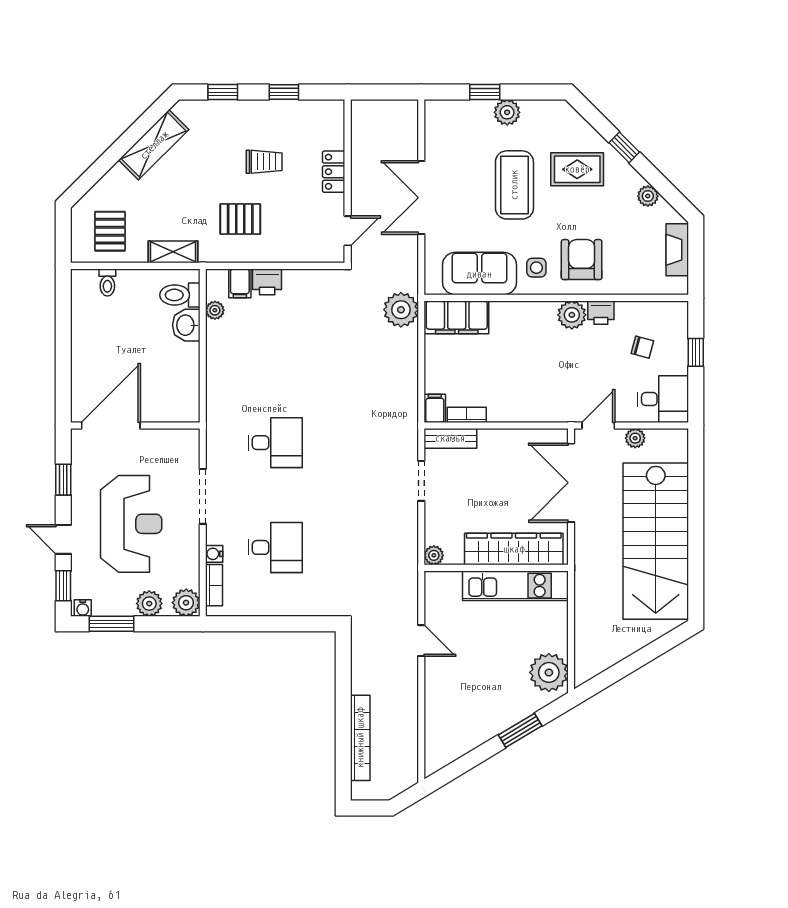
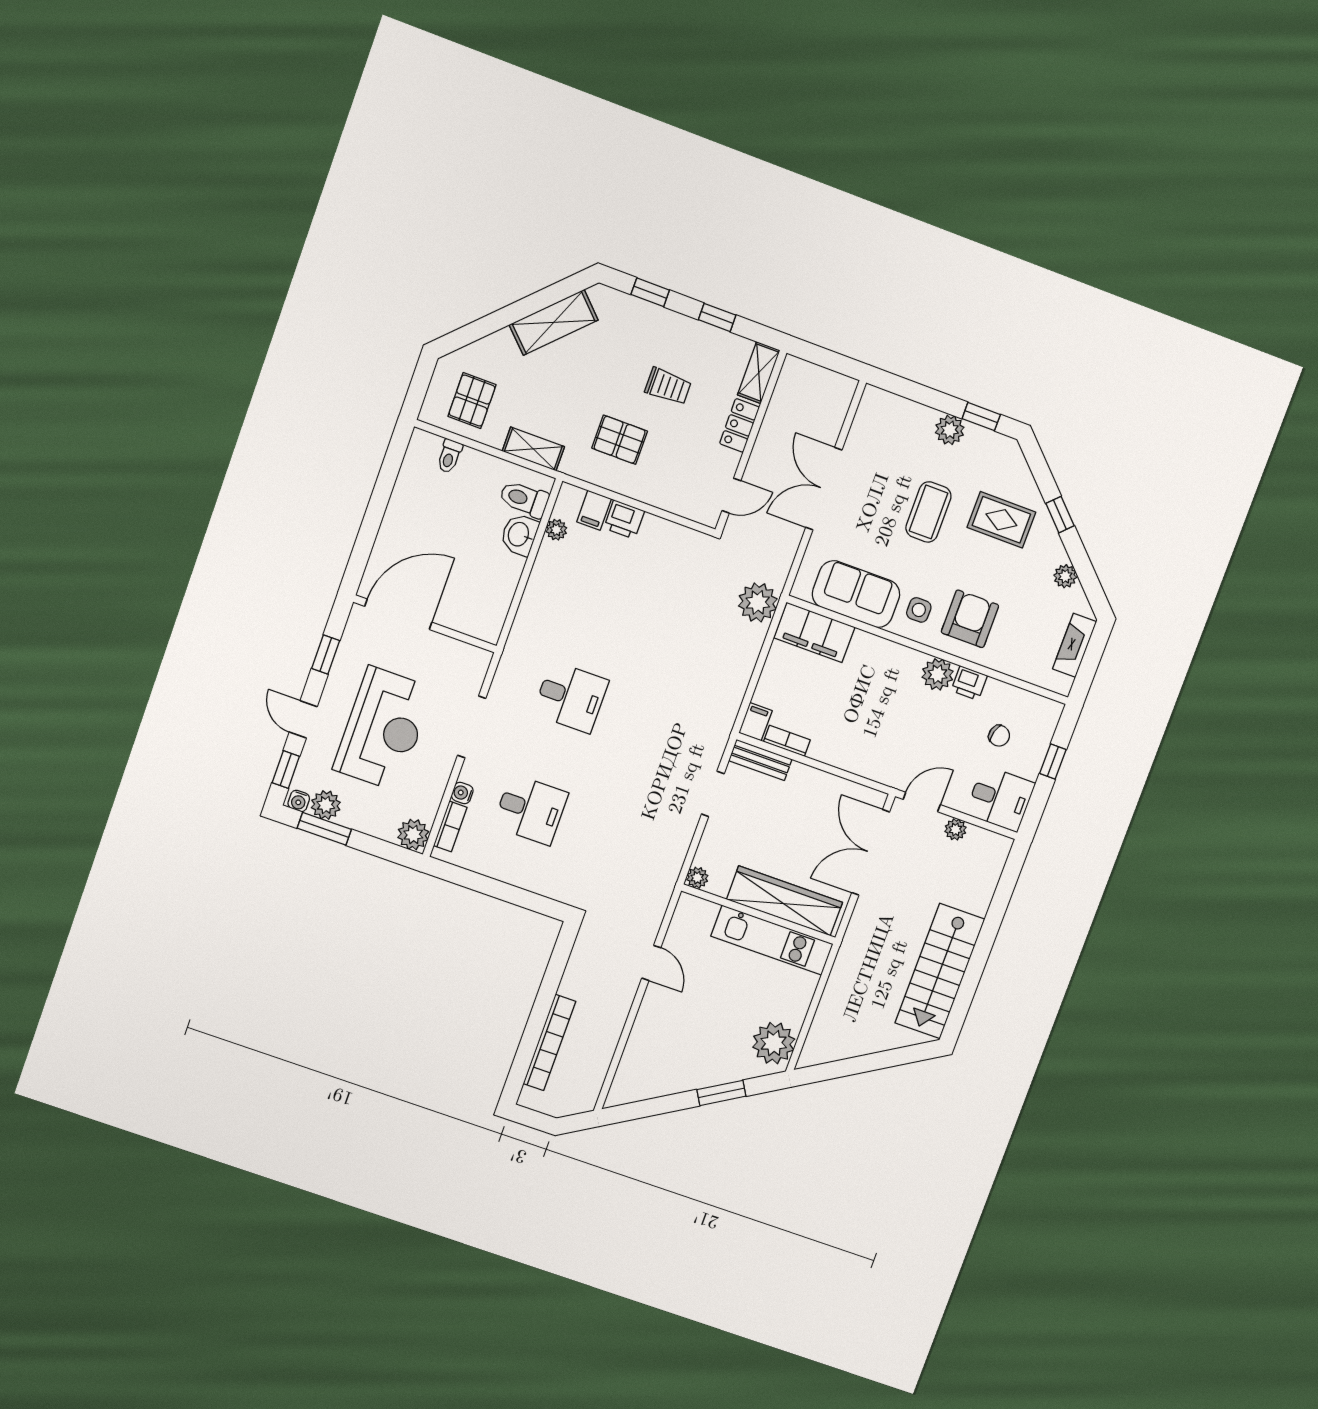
window: (485, 92) -> (981, 417), moved
shelving: (334, 124) -> (759, 373), added
coffee table: (514, 185) -> (928, 512), width x0.73, depth x0.76
stairs: (656, 541) -> (940, 971), width x0.73, depth x0.66
plant: (149, 604) -> (326, 805), moved

